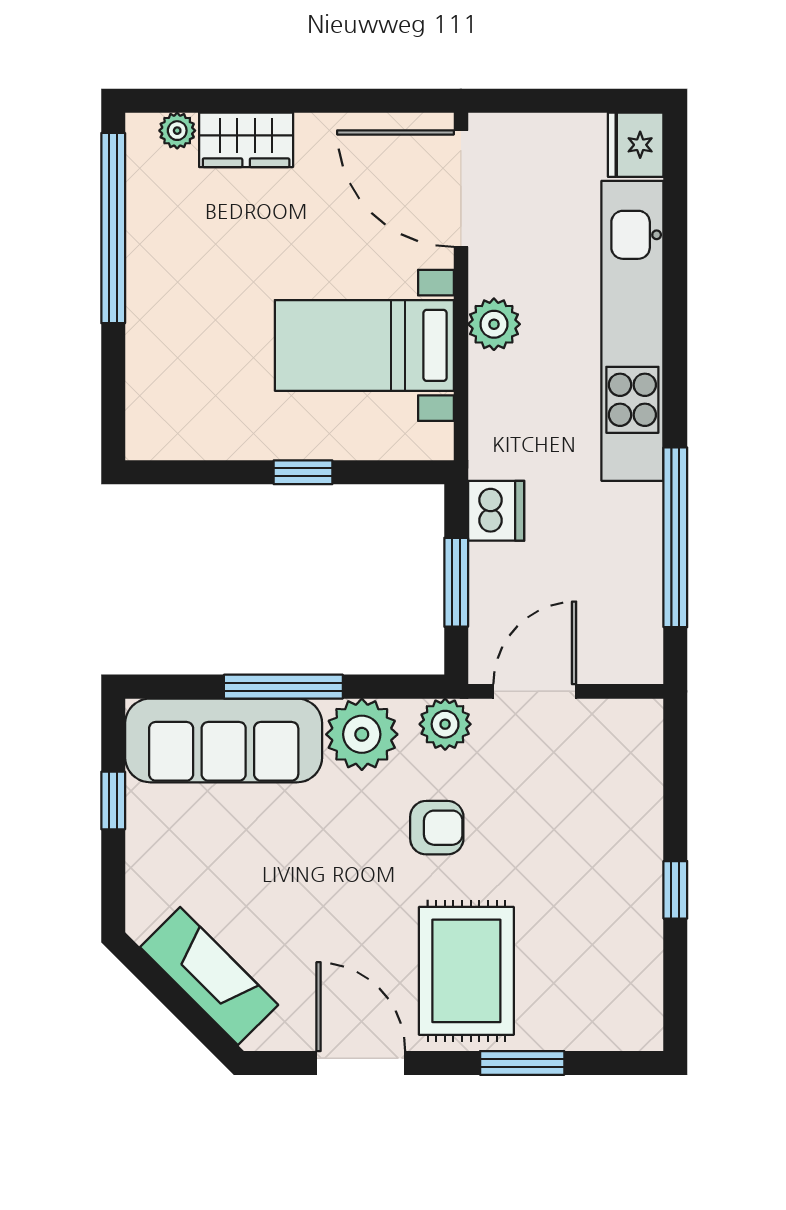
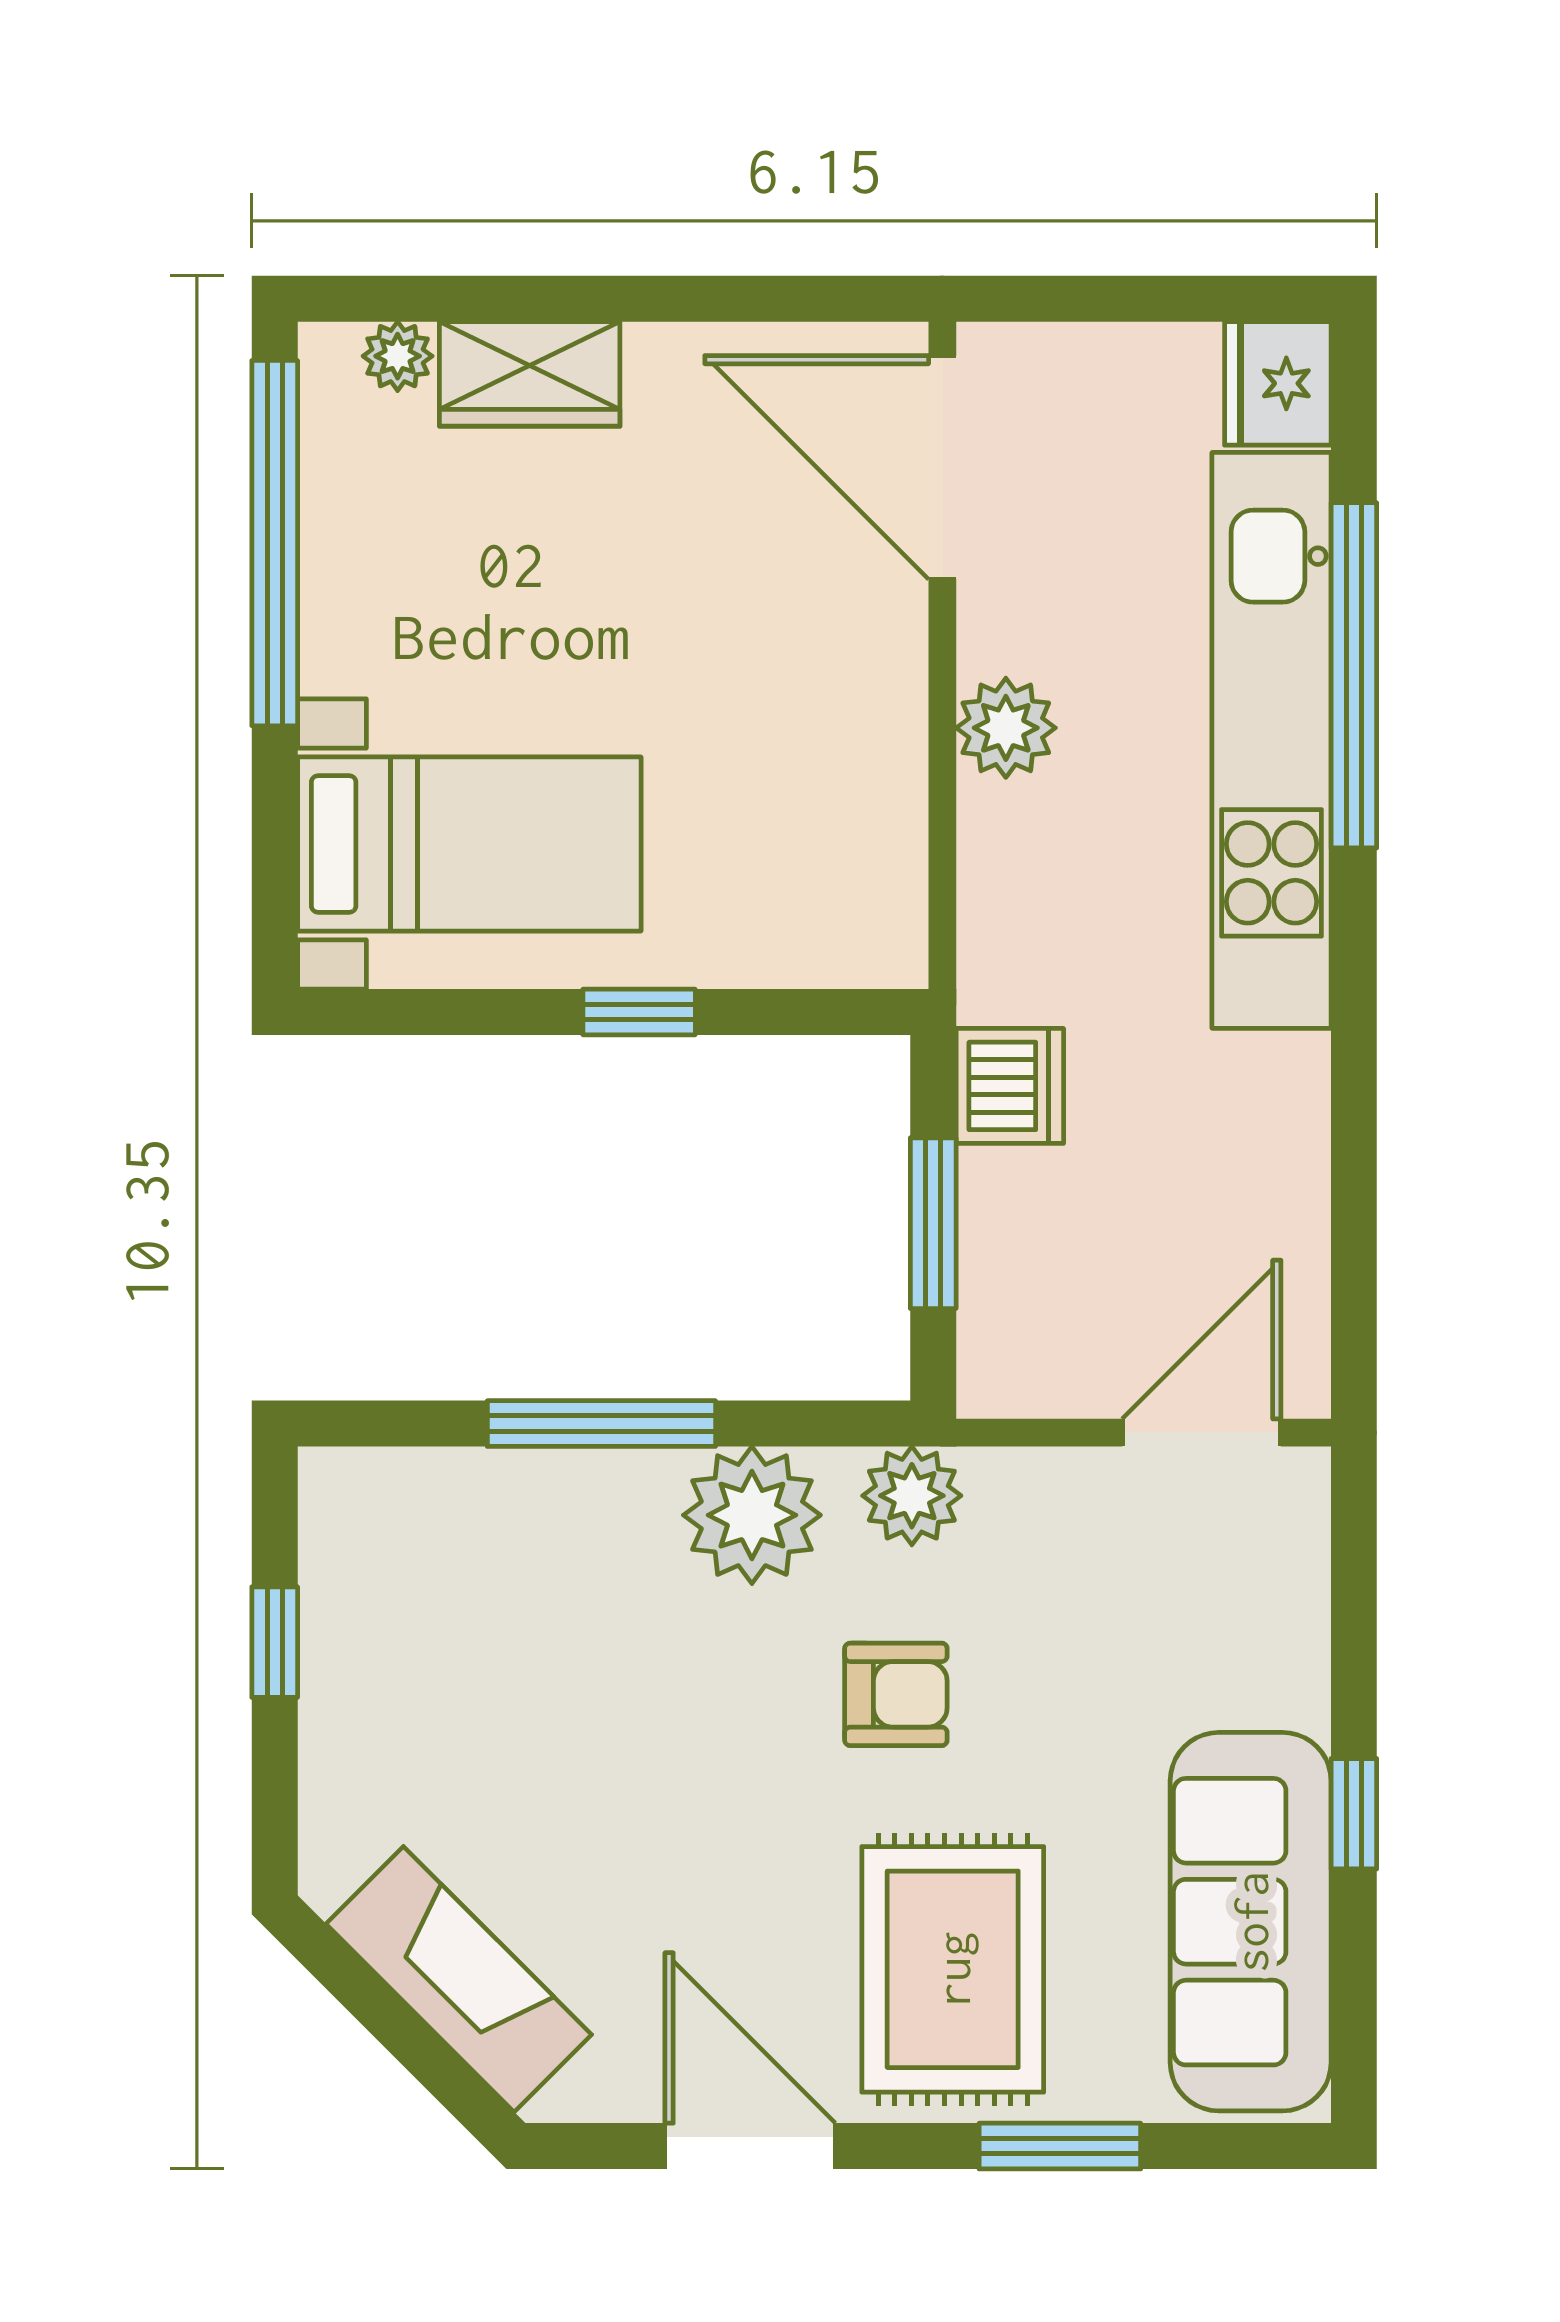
bed with nightstands: (364, 345) -> (469, 844), moved, turned 180
window: (675, 537) -> (1354, 675), moved
door: (535, 691) -> (1202, 1433), moved
sofa: (224, 740) -> (1251, 1922), moved, turned 90

